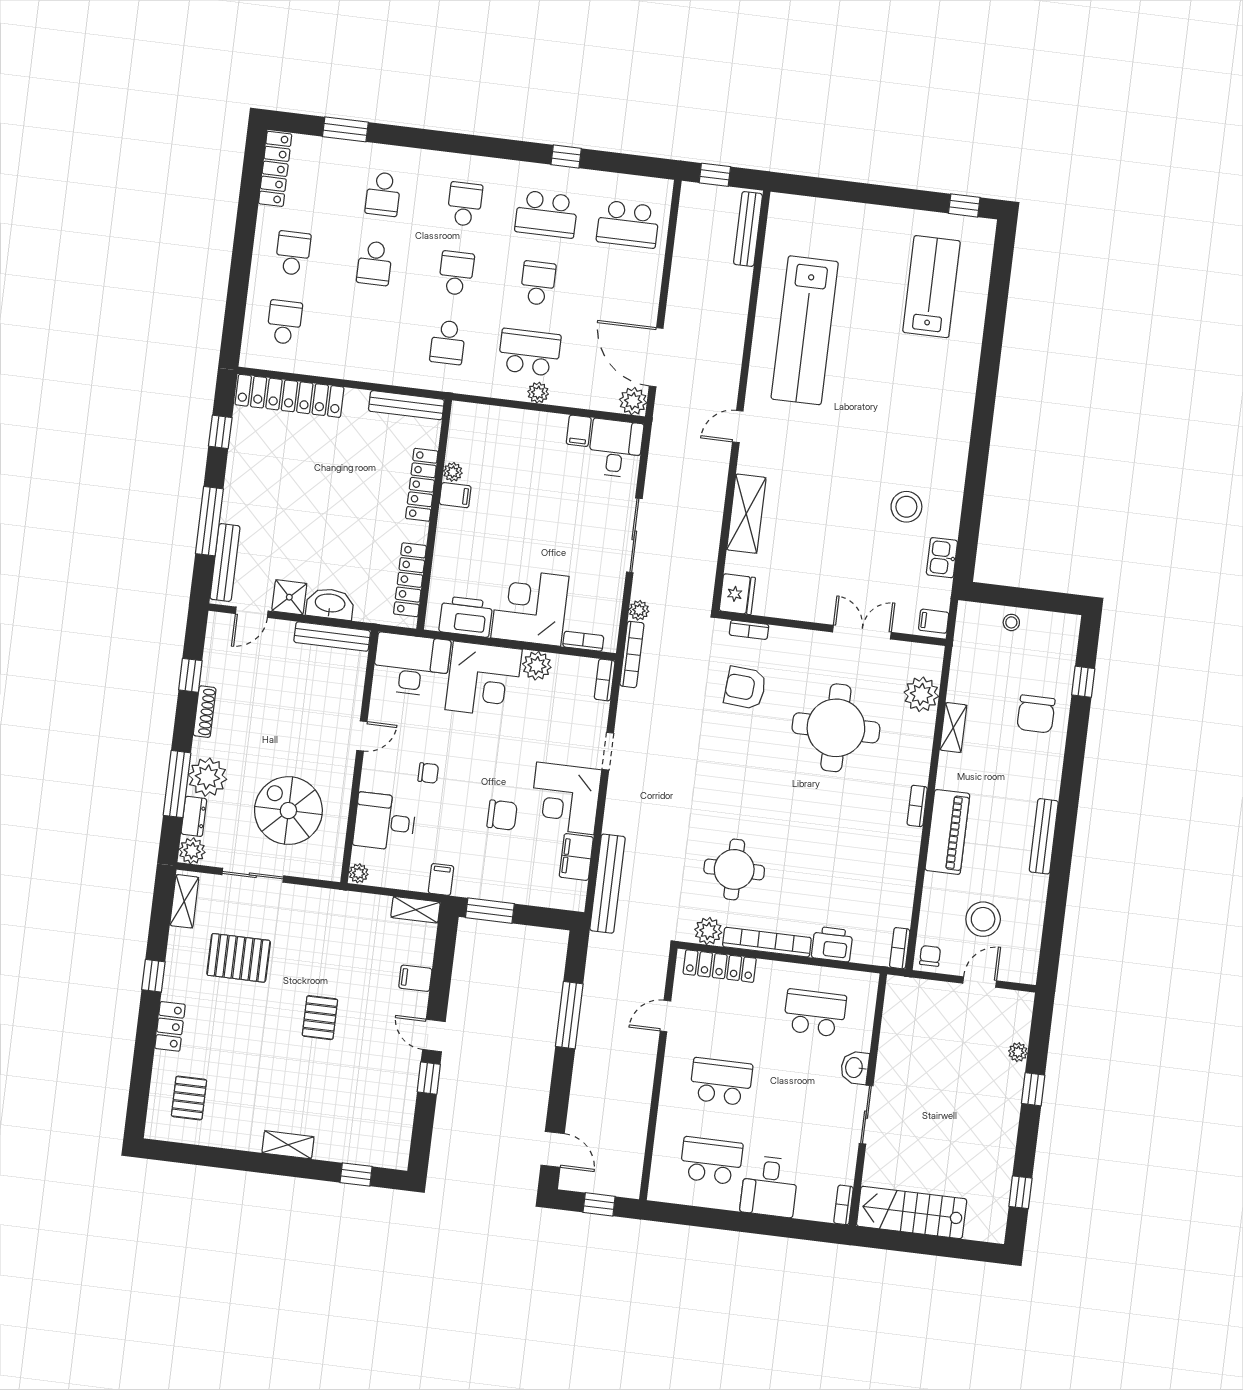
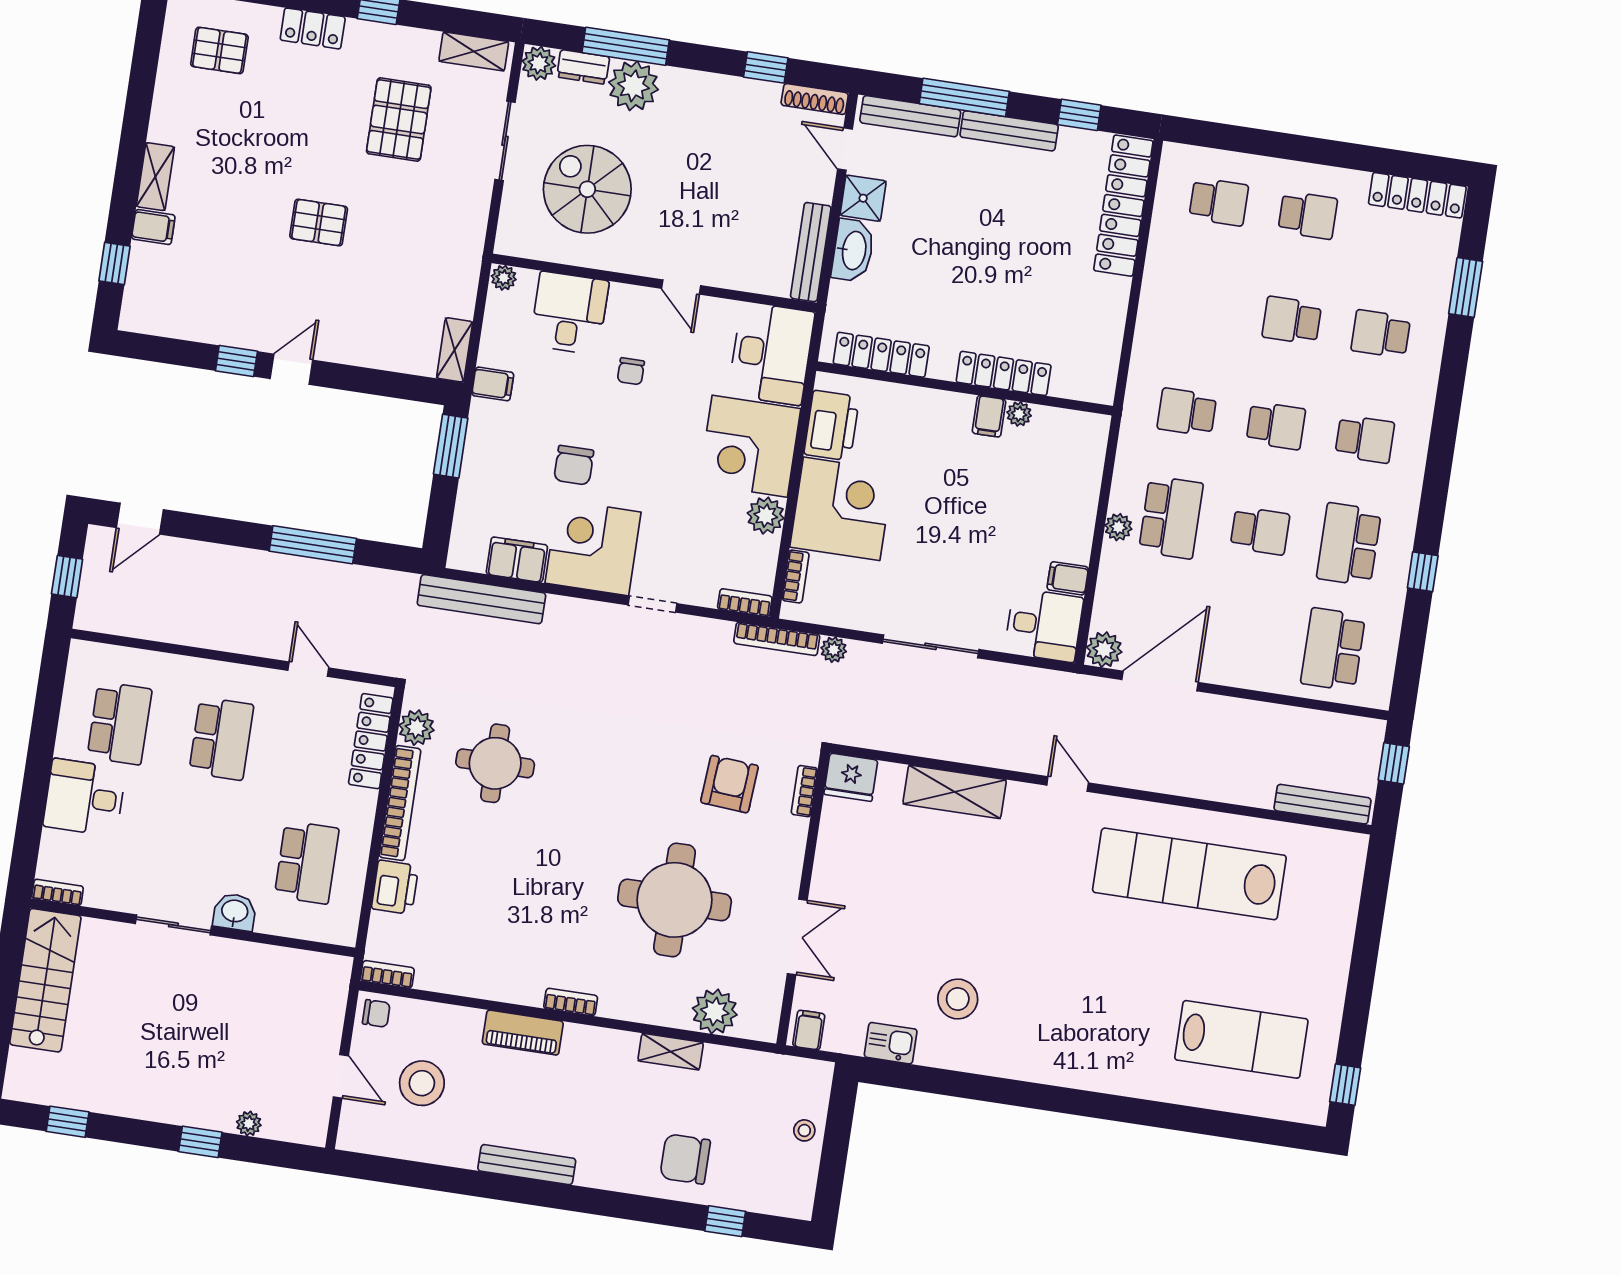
bench: (406, 405) -> (1009, 131), moved, turned 90
shoe rack: (205, 712) -> (815, 99), moved
spiral stairs: (288, 811) -> (587, 189), turned -90
piano: (947, 832) -> (523, 1033), width x0.73, depth x0.75
filing cabinet: (415, 978) -> (153, 227), moved, turned 90

